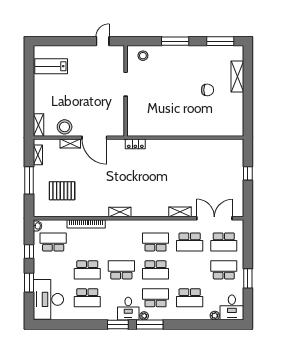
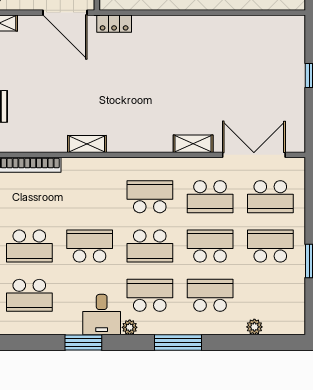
door: (94, 138) -> (65, 13), moved
school desk: (190, 270) -> (210, 246), added
school desk: (190, 298) -> (210, 295), turned 180
desk: (232, 308) -> (285, 313), removed
window: (150, 324) -> (178, 342), moved

